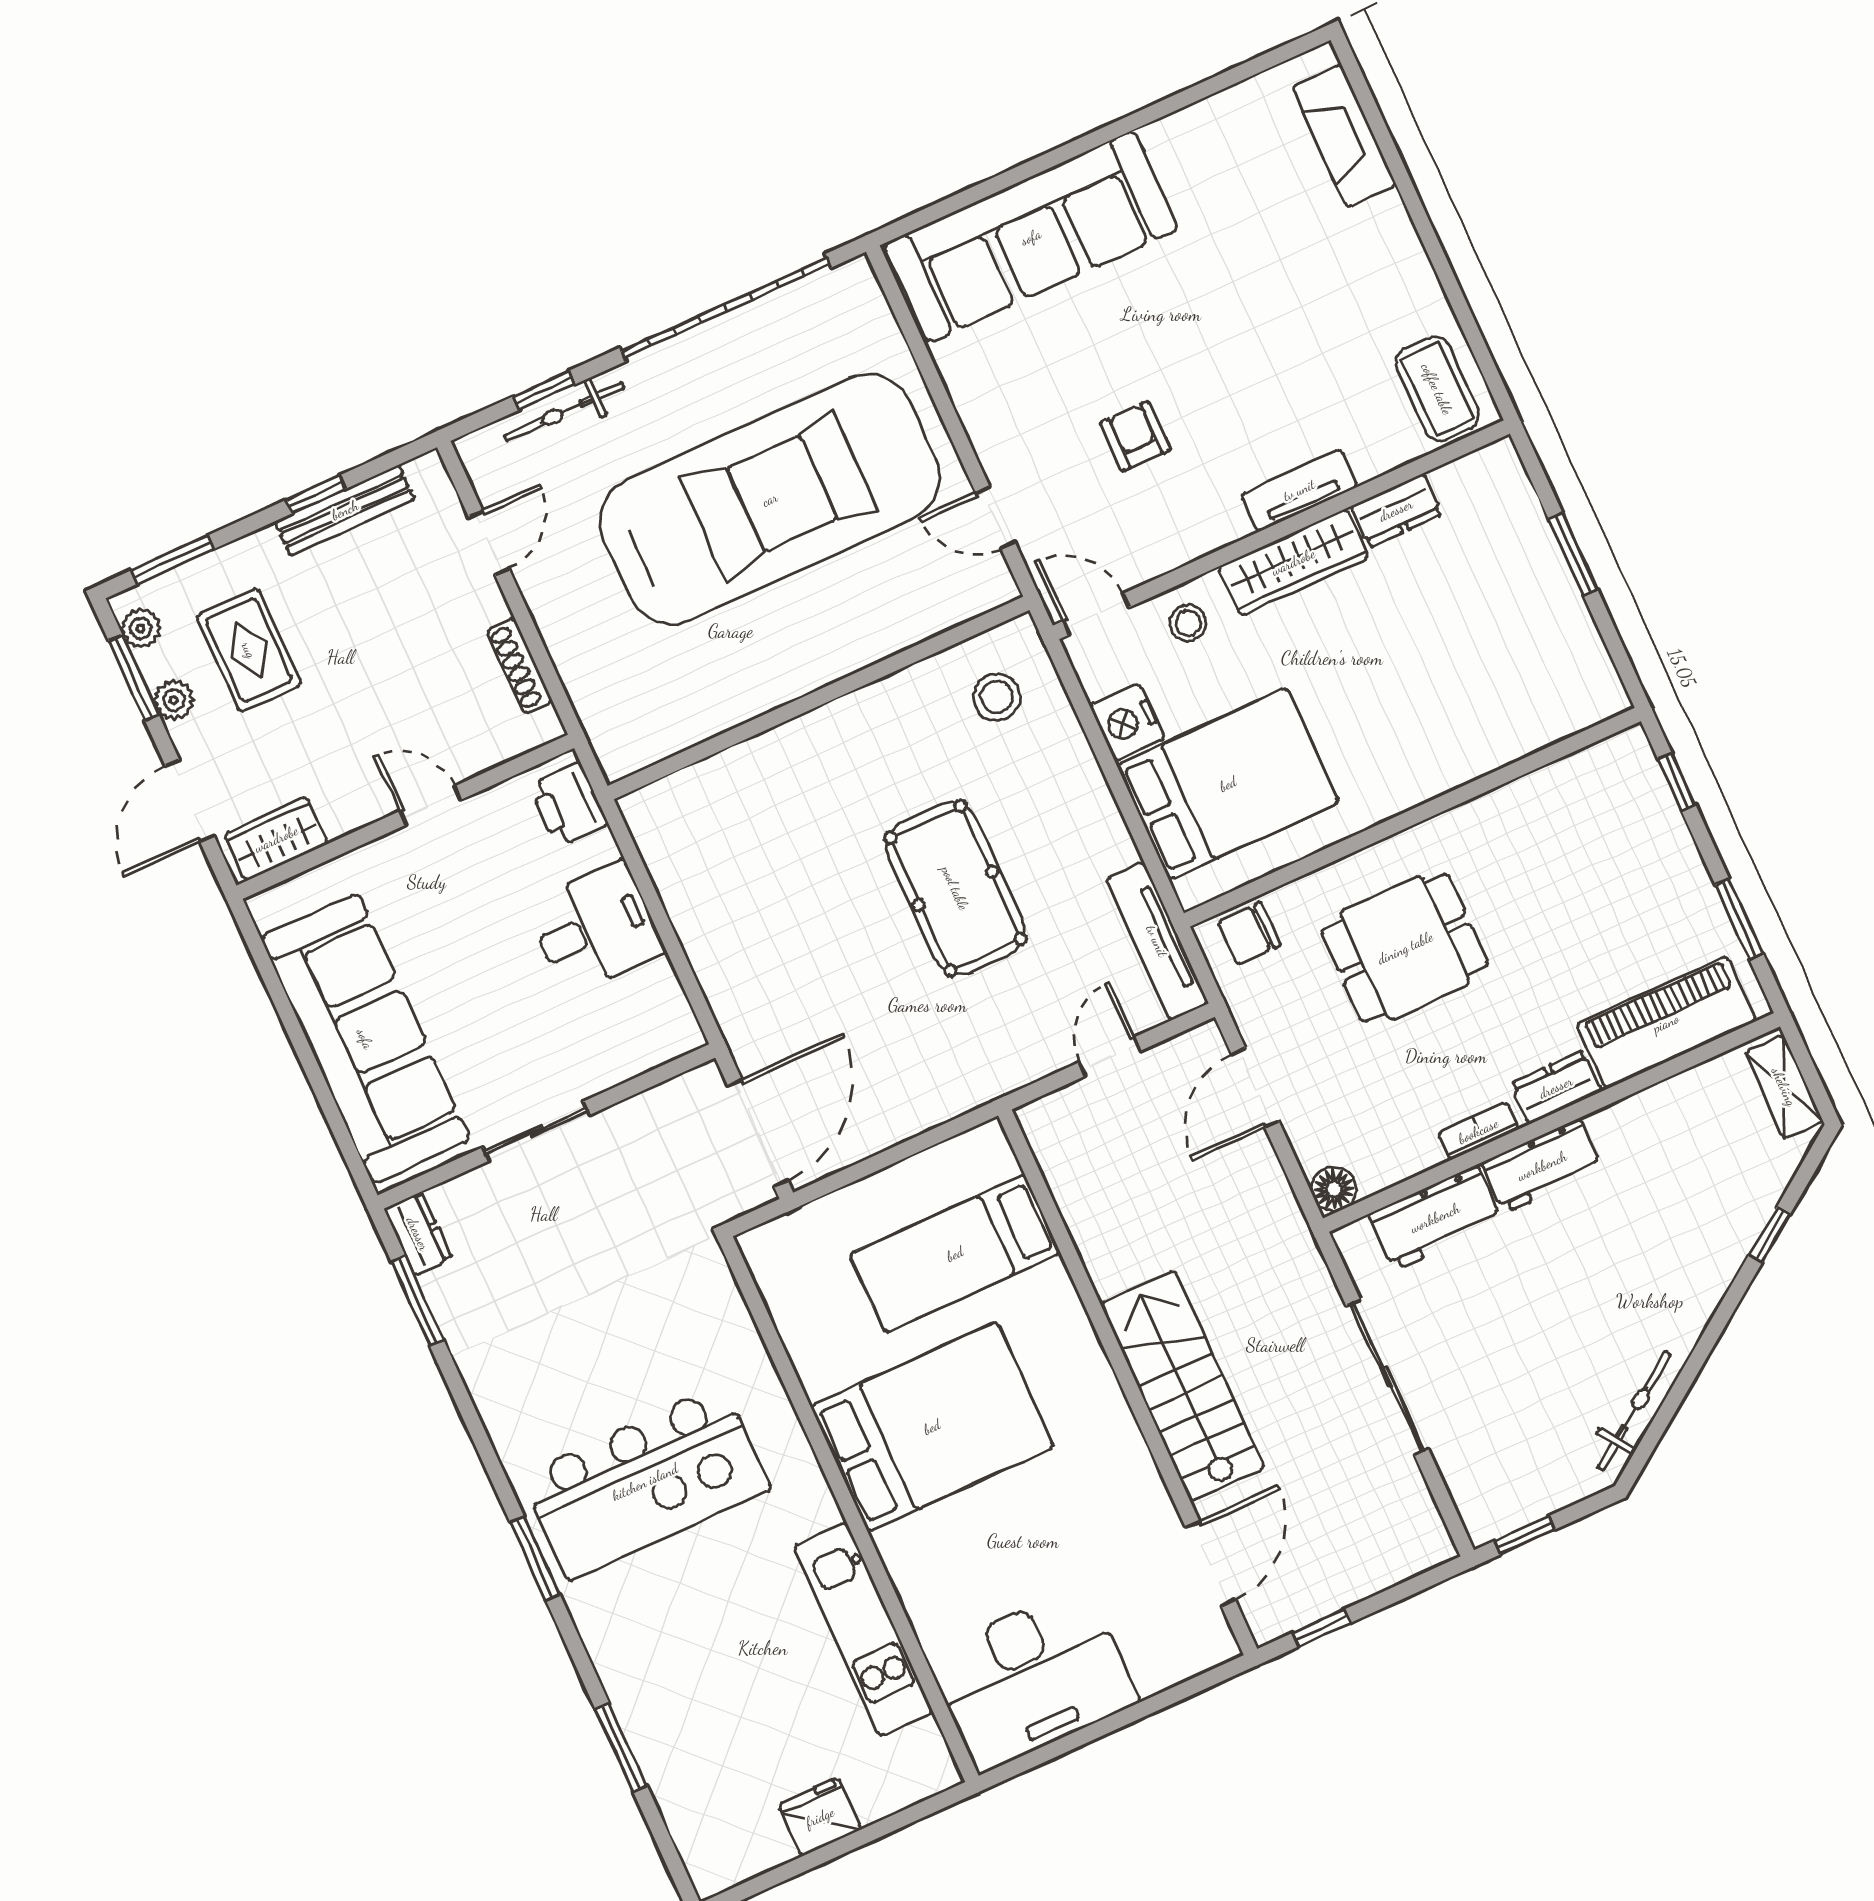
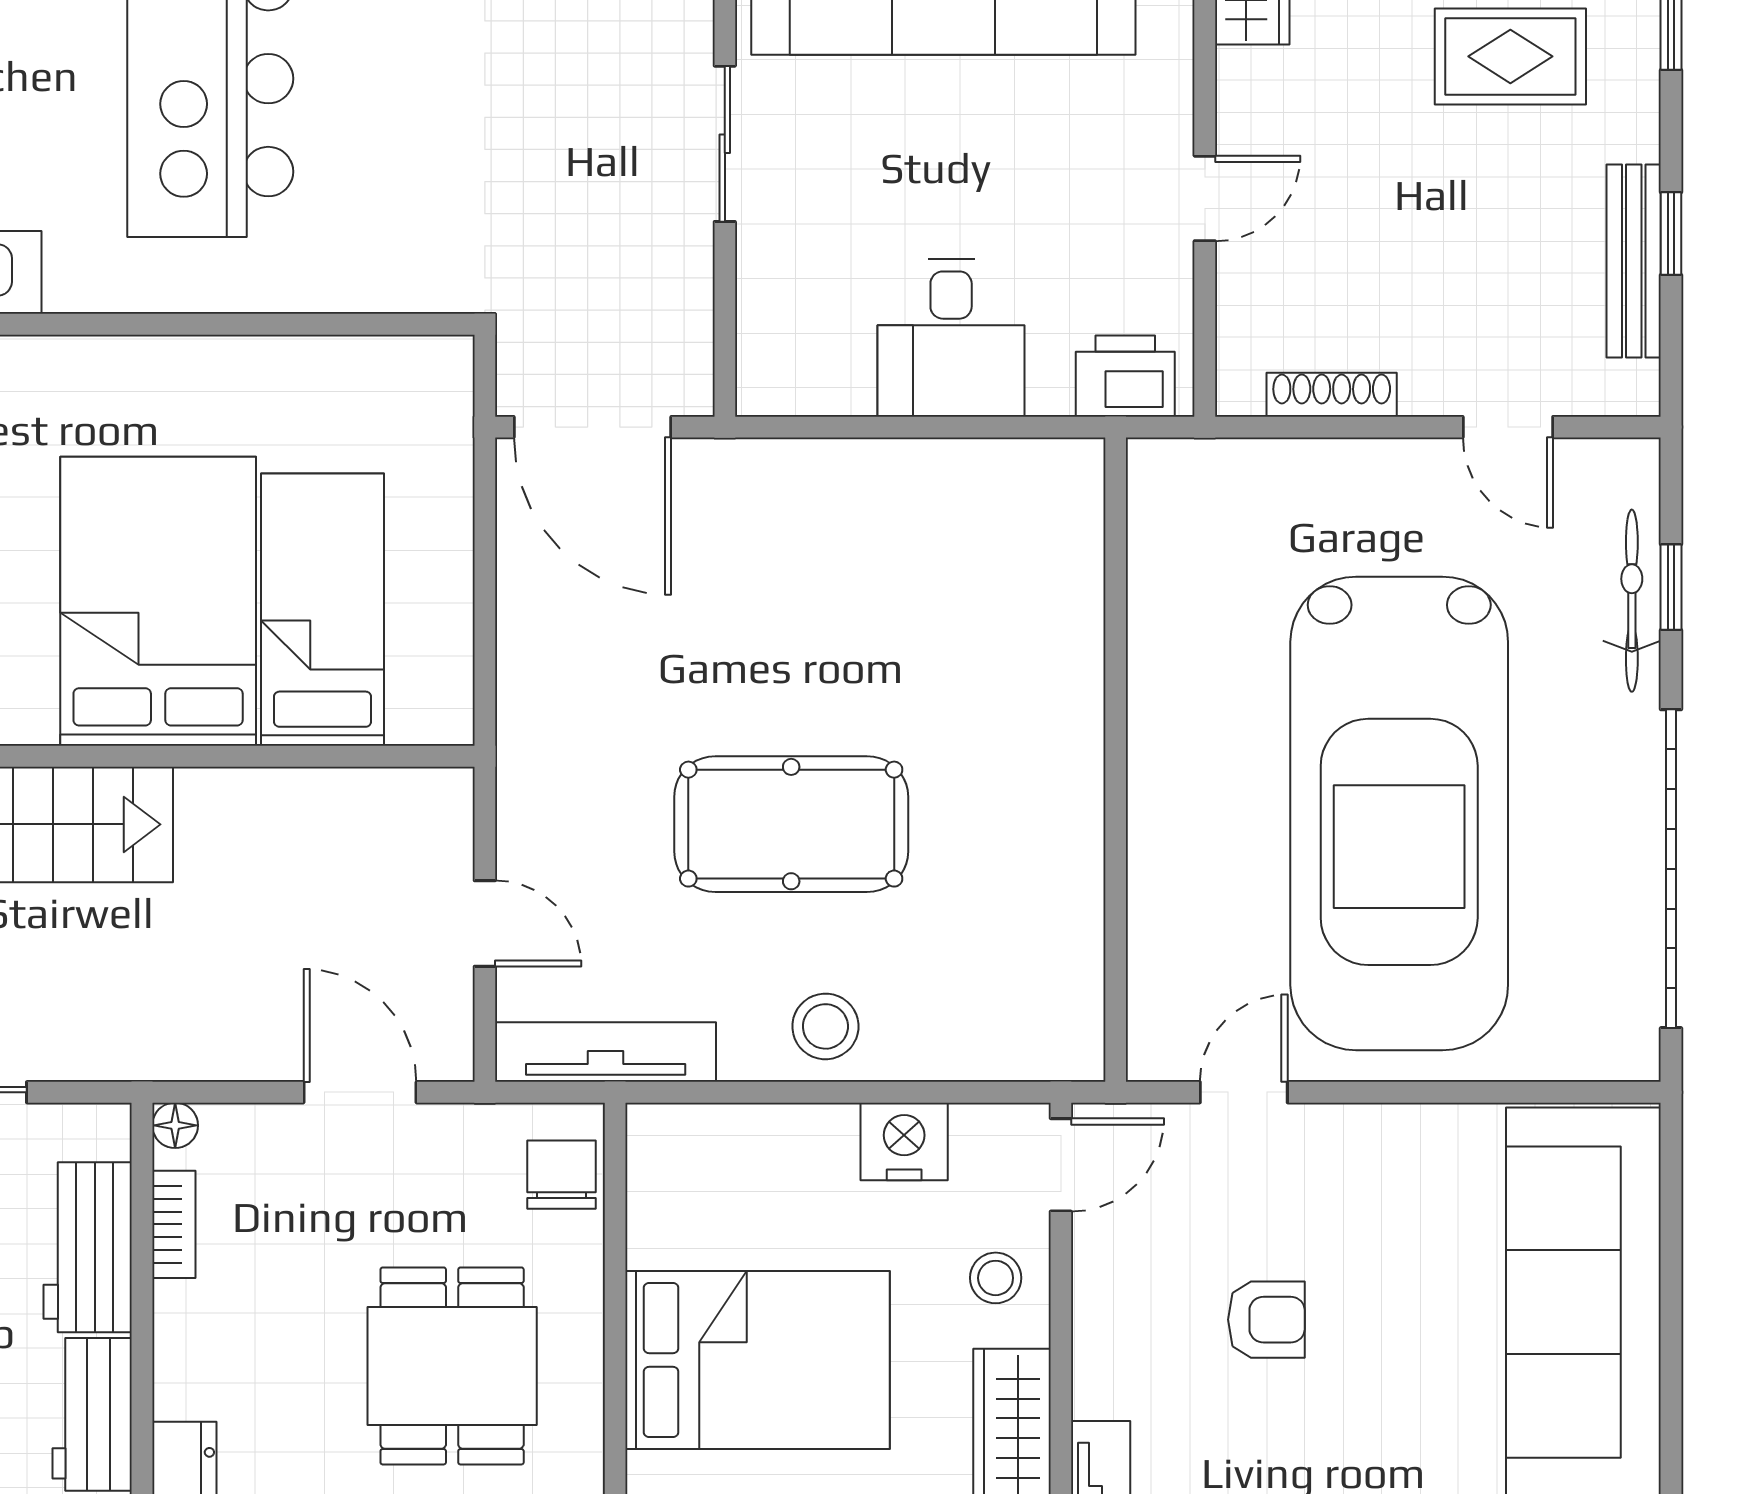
stool: (997, 697) -> (825, 1026), moved
bed: (1228, 784) -> (758, 1360), moved, turned -90
bookcase: (1478, 1131) -> (174, 1224), moved
floor lamp: (1334, 1189) -> (175, 1125), width x0.73, depth x0.73
bed: (932, 1427) -> (158, 601), moved, turned 180

